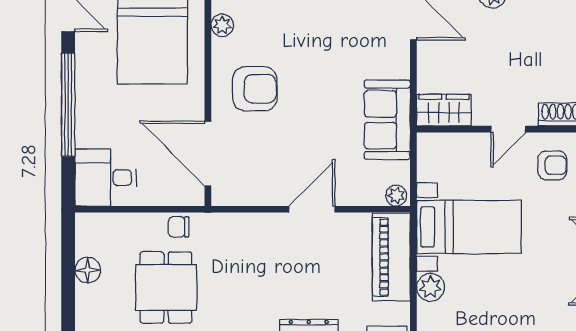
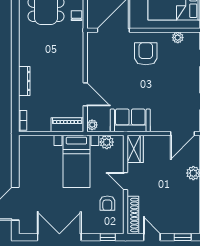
armchair: (255, 89) -> (146, 54), turned 180
door: (312, 209) -> (85, 94), moved
piano: (391, 257) -> (67, 125), width x0.73, depth x0.75
plant: (431, 287) -> (107, 142), moved

